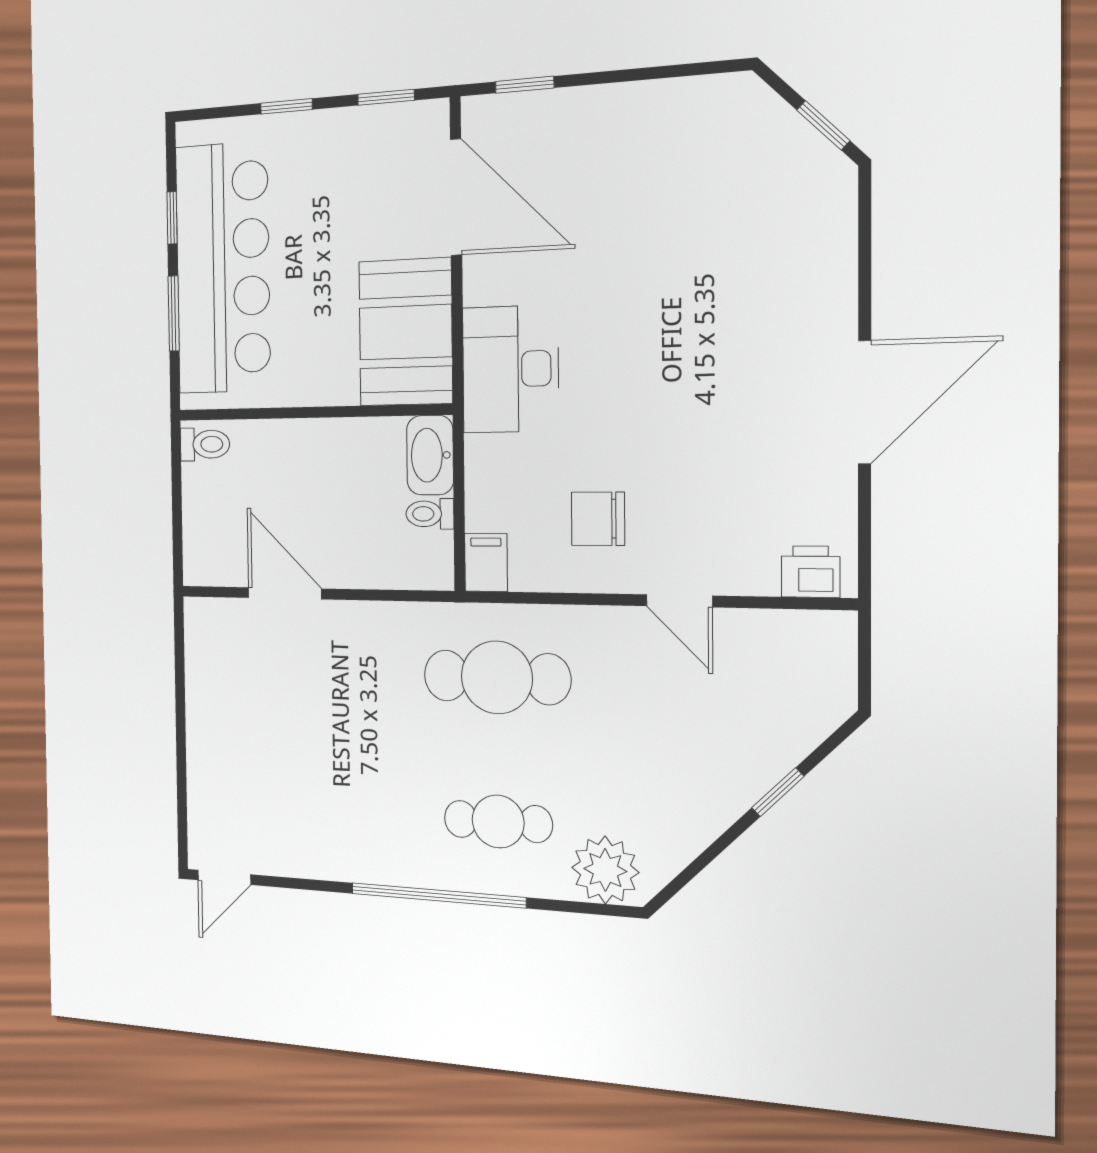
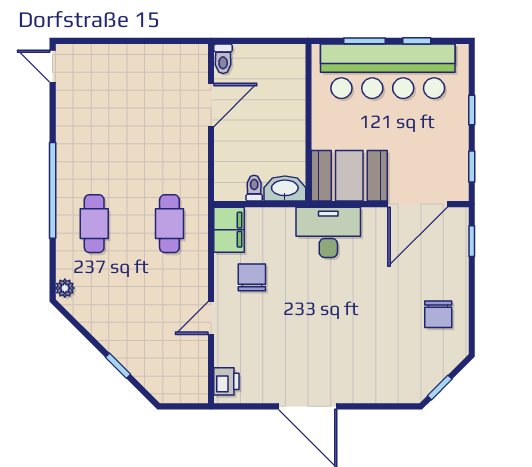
chair: (669, 140) -> (438, 314), added
toilet: (205, 444) -> (223, 59), moved
filing cabinet: (486, 562) -> (229, 230), width x2.00
cafe table: (497, 677) -> (169, 224), width x0.73, depth x0.74
plant: (605, 870) -> (65, 288), width x0.53, depth x0.53

